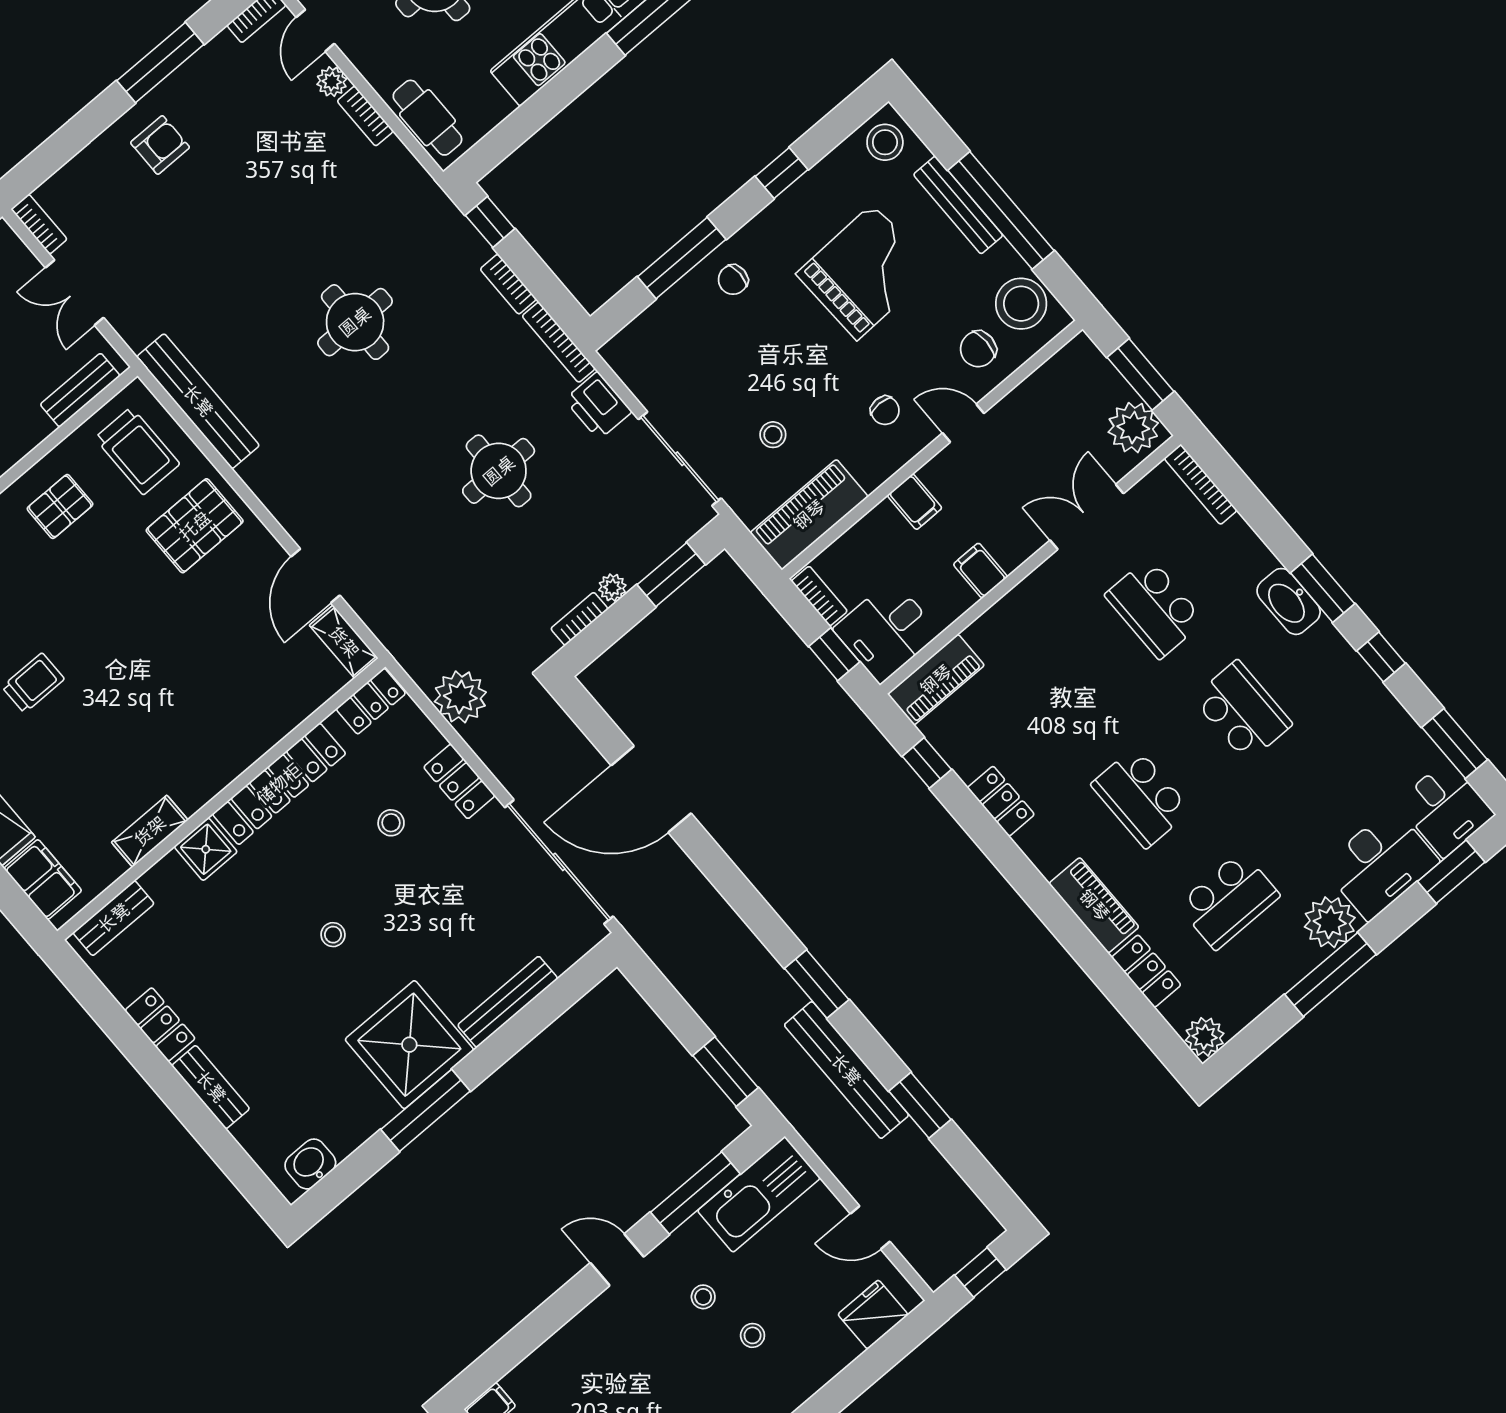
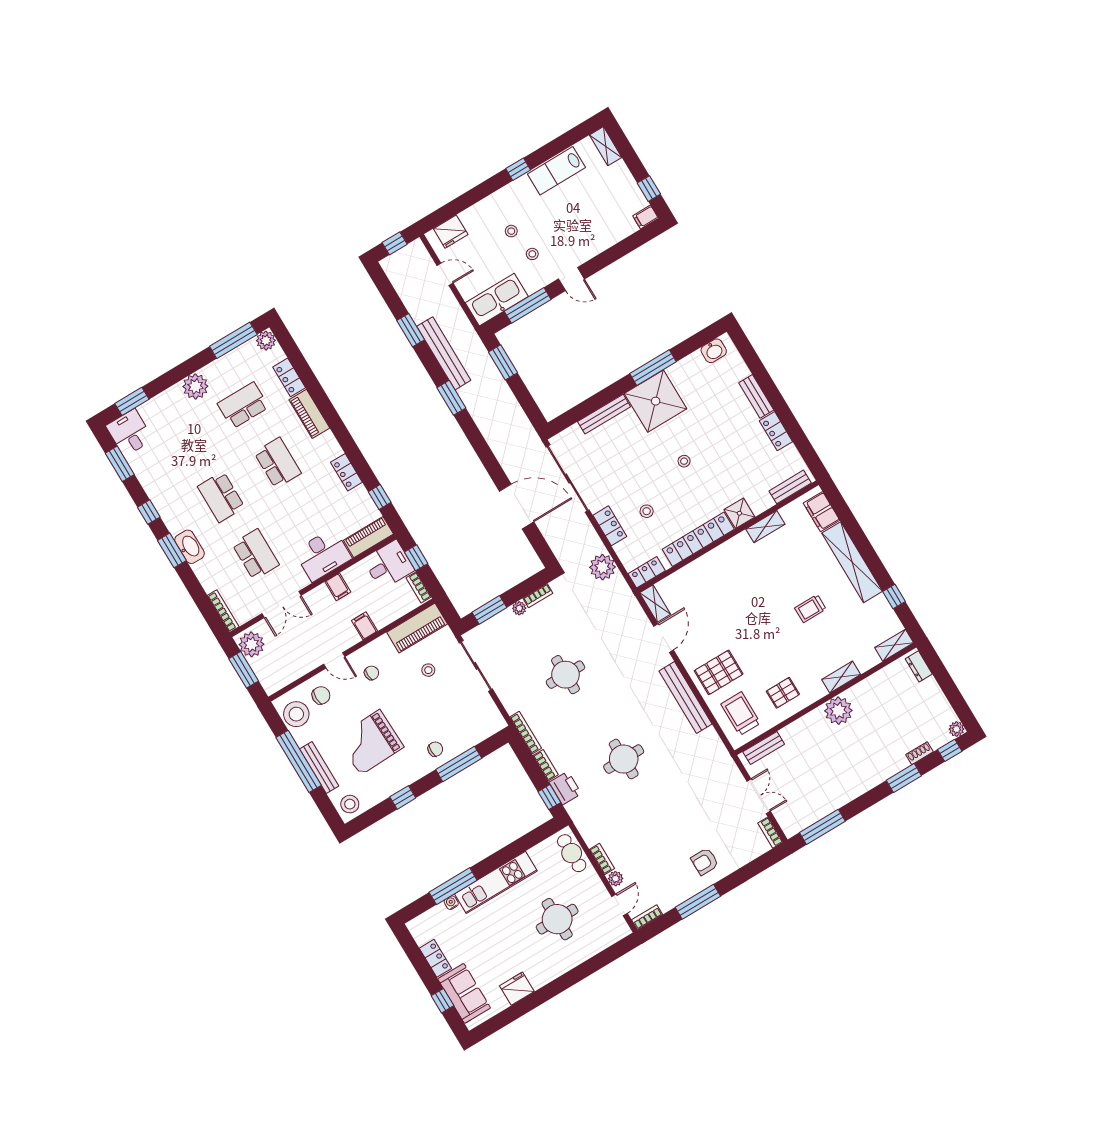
bench: (198, 401) -> (685, 697), moved
printer: (598, 406) -> (565, 788), moved
chair: (885, 410) -> (372, 673), turned 86
desk: (1380, 864) -> (323, 555), moved, turned 180
window: (1331, 974) -> (233, 340), moved

